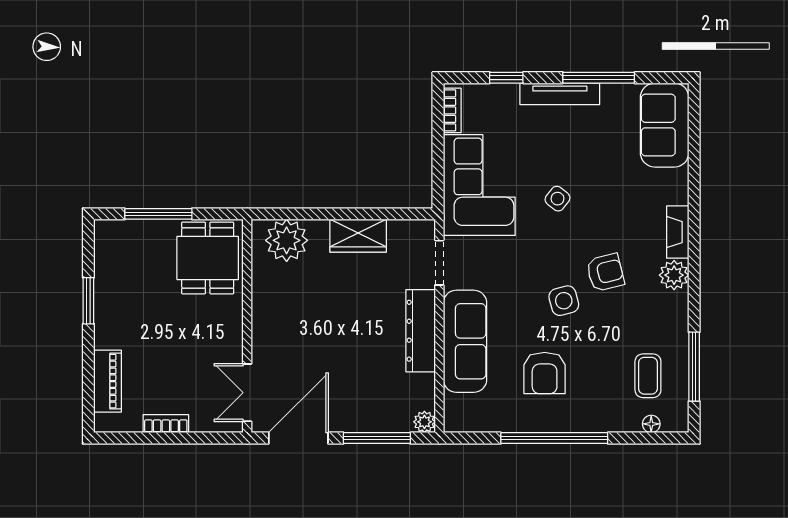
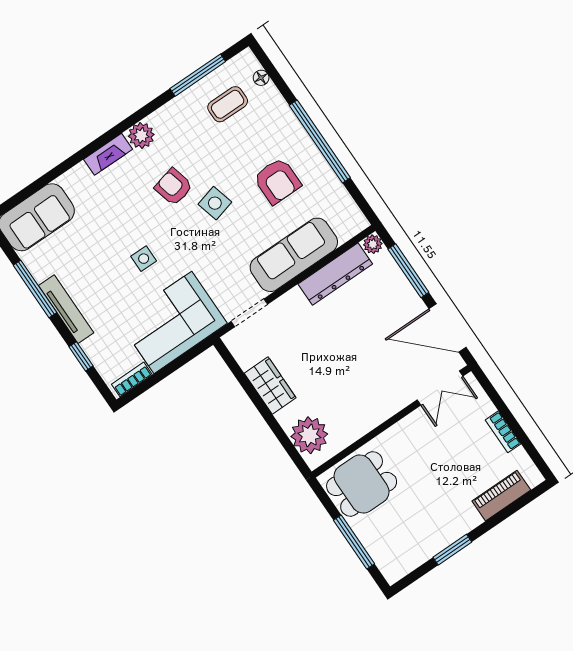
side table: (558, 199) -> (144, 259), turned -38
dresser: (421, 331) -> (335, 274), moved
armchair: (545, 373) -> (277, 181), turned 90

